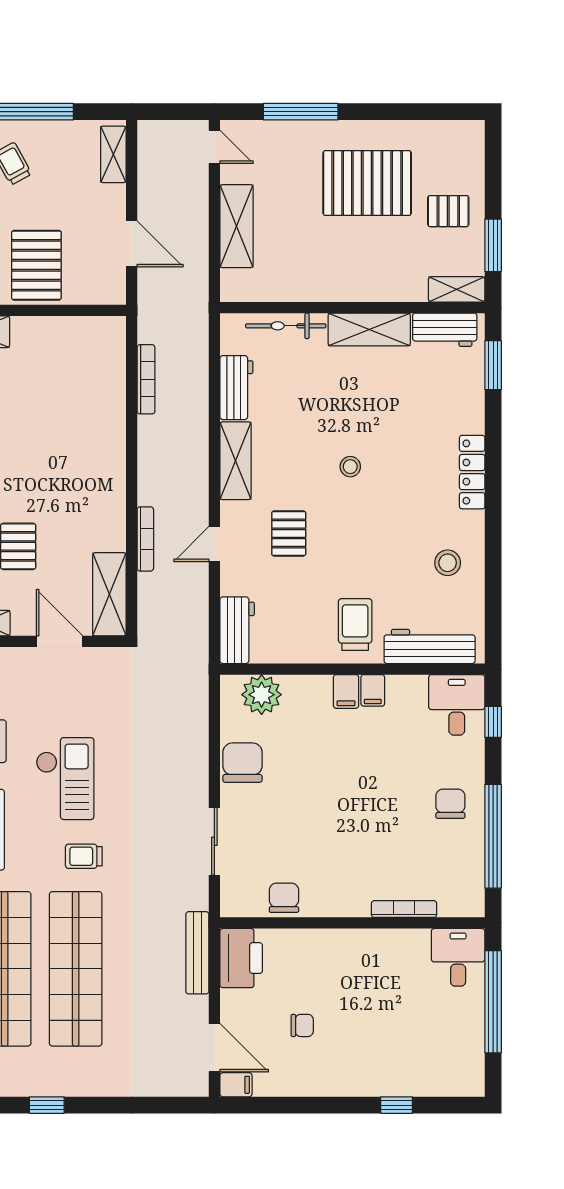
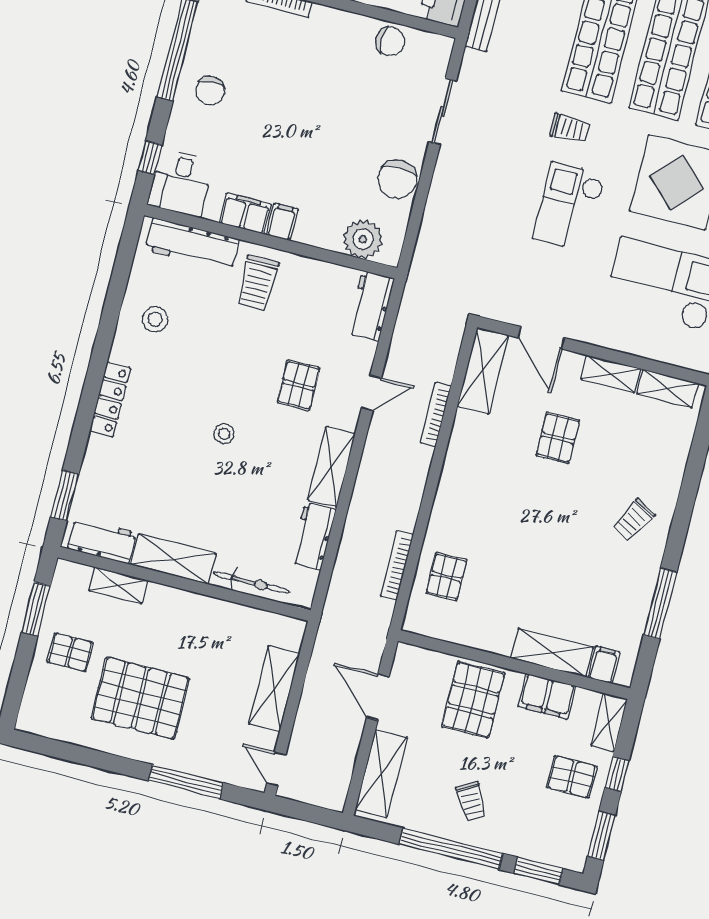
shelving: (113, 154) -> (381, 774), width x1.50, depth x1.33
shelving: (457, 289) -> (118, 585), moved
pallet: (94, 381) -> (446, 576), added
filing cabinet: (373, 690) -> (245, 214), width x2.00
chair: (284, 898) -> (390, 41), turned -90

